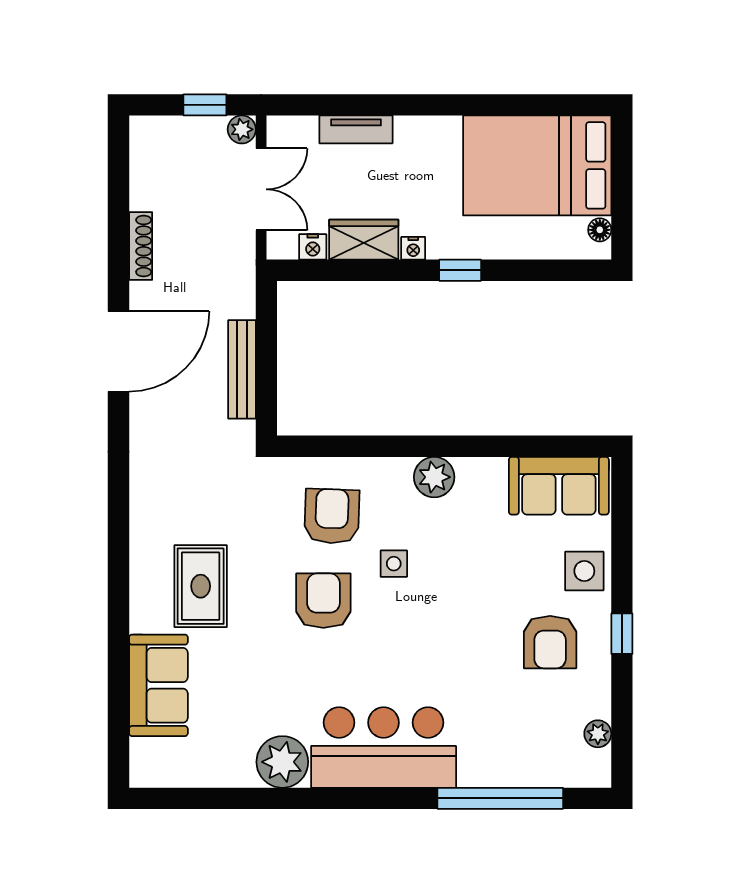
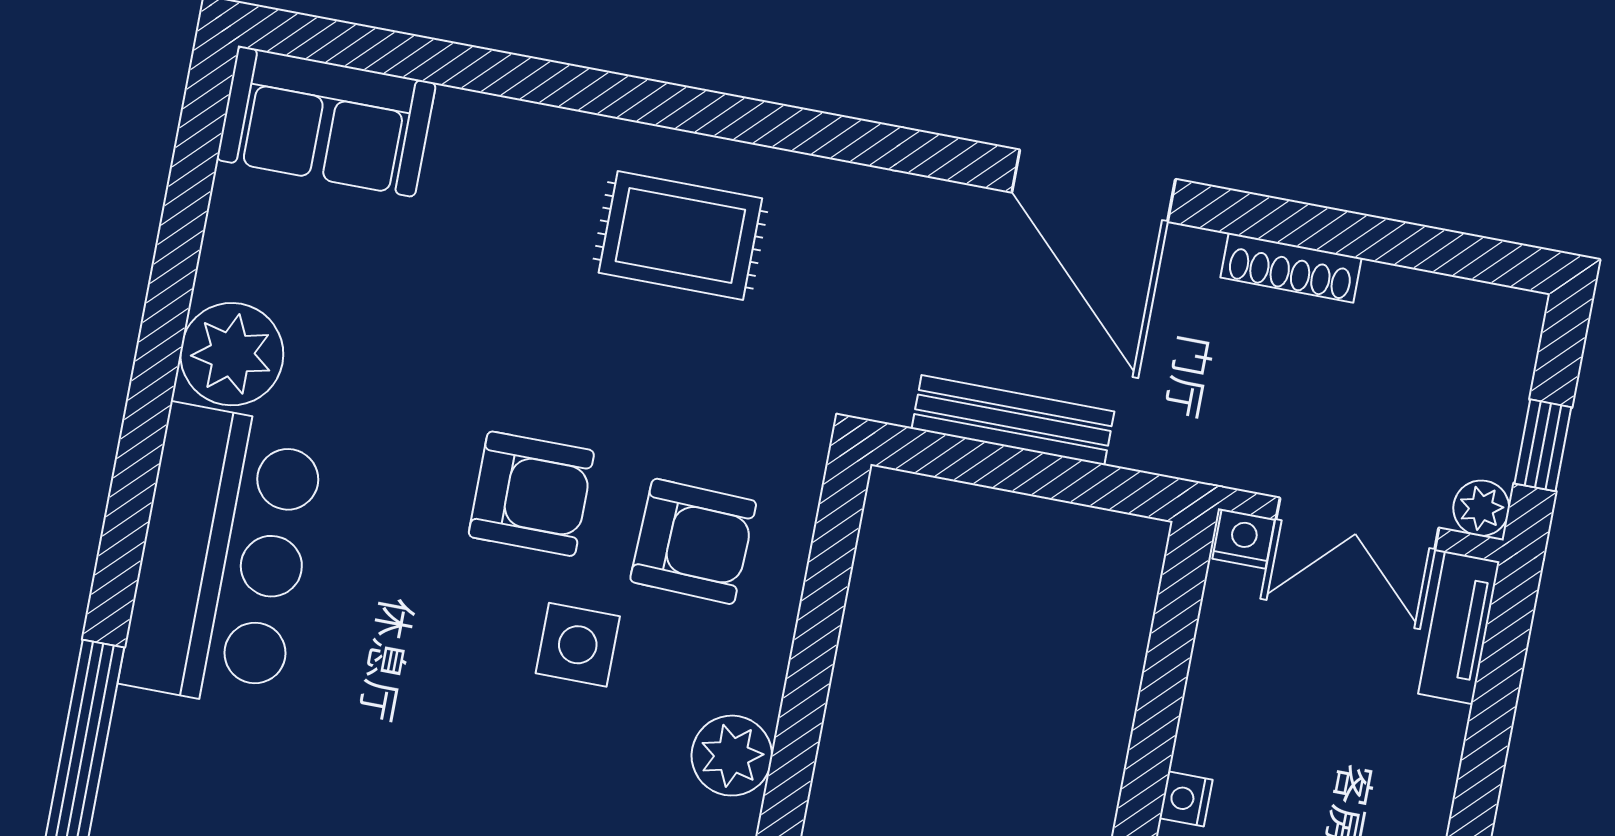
tv unit: (356, 129) -> (1459, 628), moved
wardrobe: (364, 240) -> (1221, 706), removed
nightstand: (313, 247) -> (1244, 539), moved, turned 90
side table: (394, 564) -> (578, 645), width x1.37, depth x1.37
rug: (201, 586) -> (680, 235), moved
sofa: (158, 685) -> (326, 121), moved

